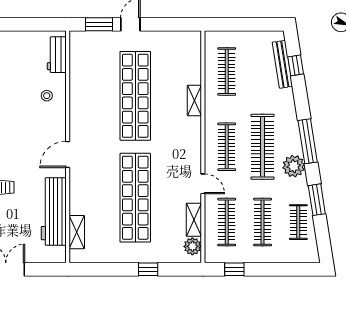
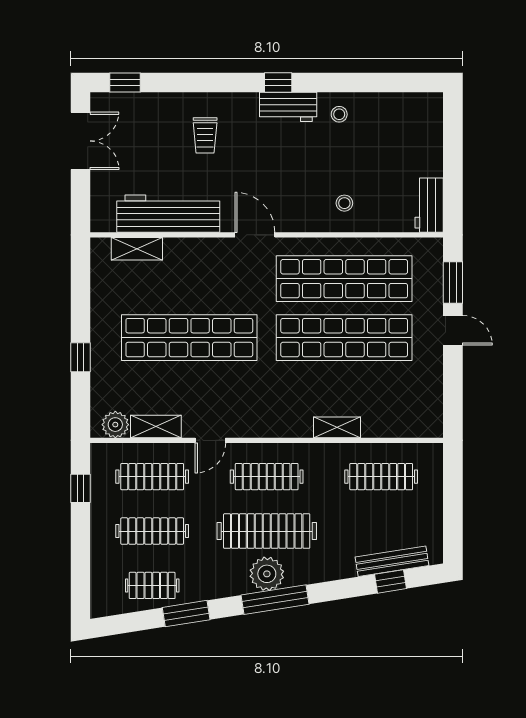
workbench: (57, 55) -> (429, 205), moved, turned -90
shop shelf: (96, 96) -> (344, 279), added
plant: (294, 166) -> (267, 574), moved

